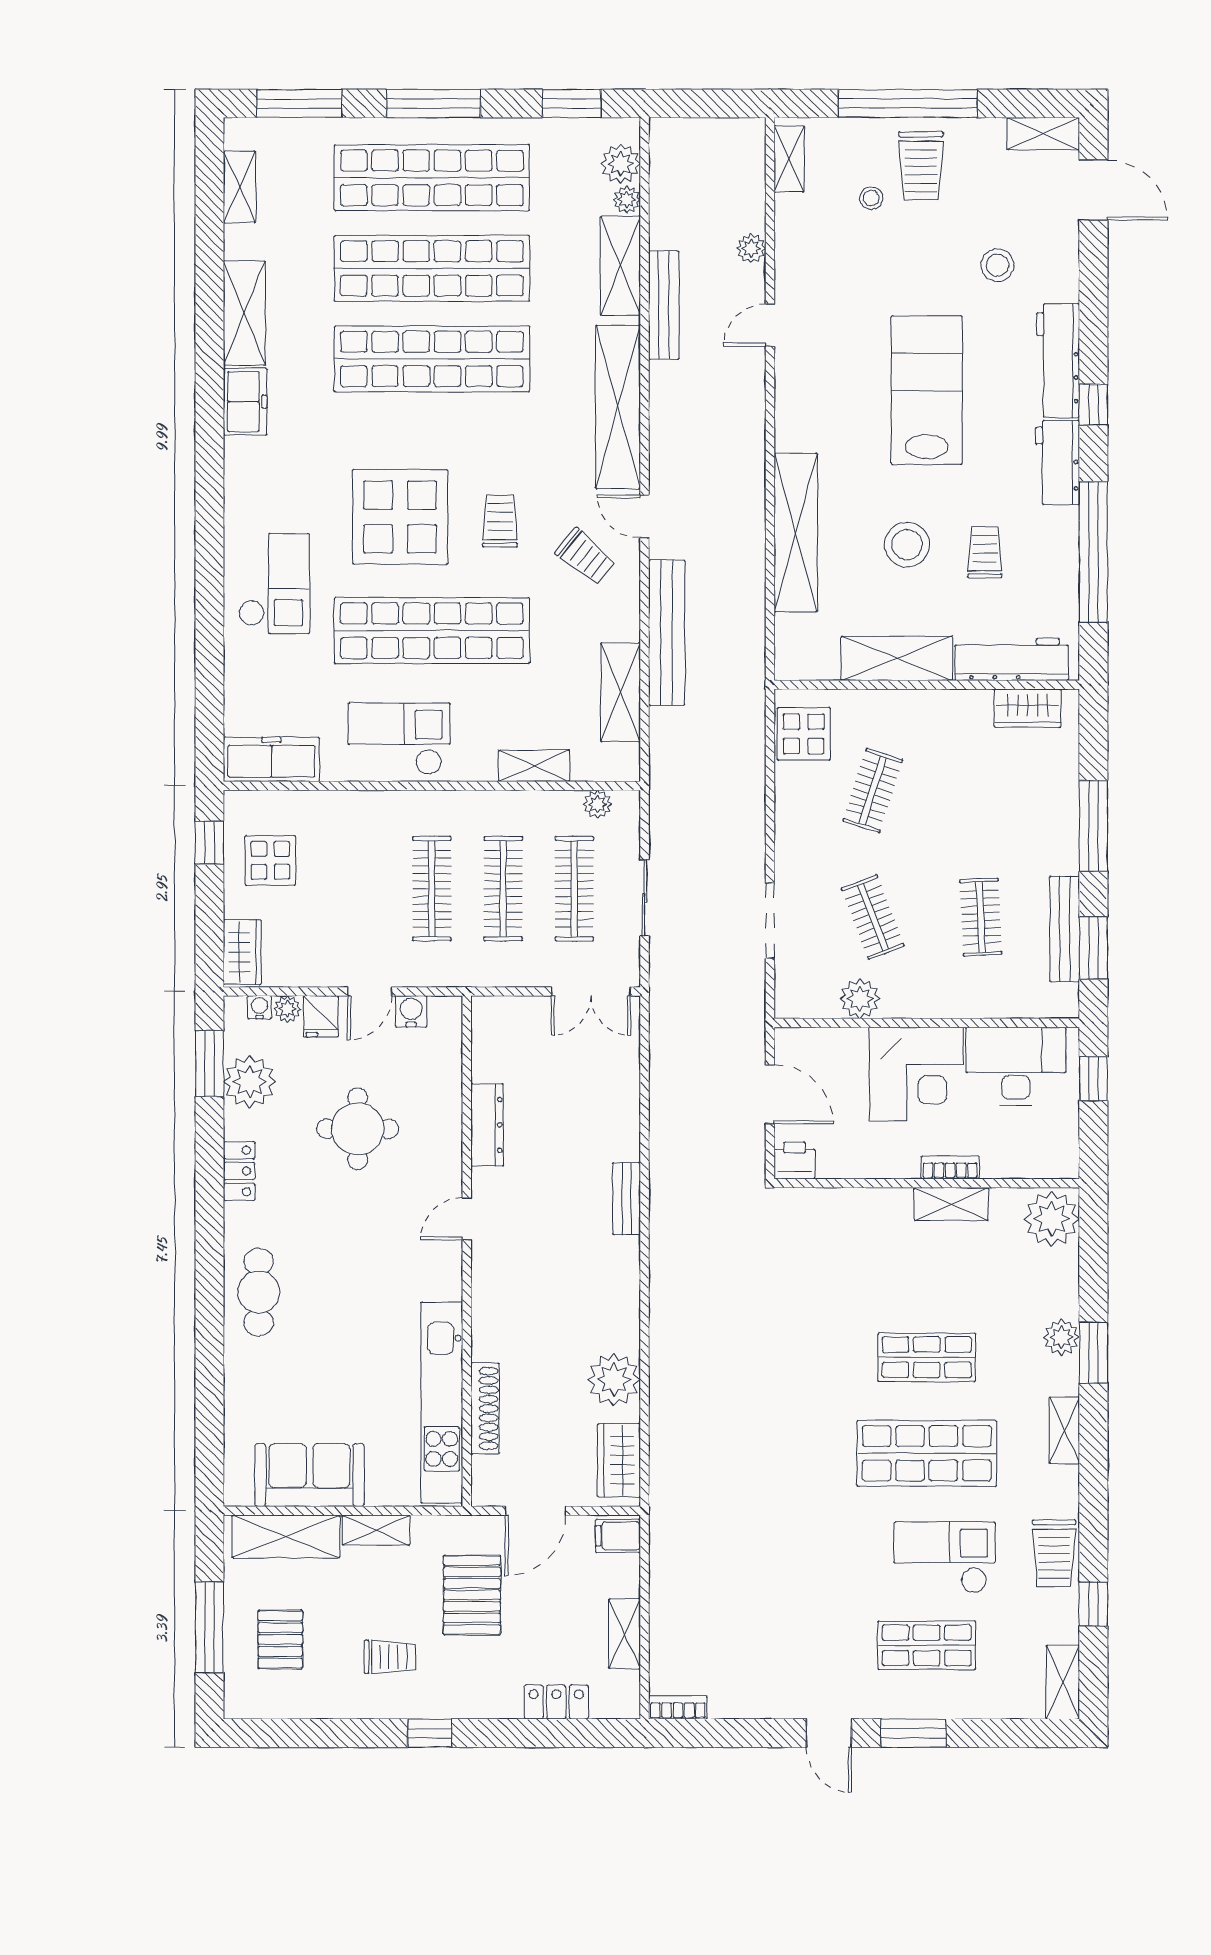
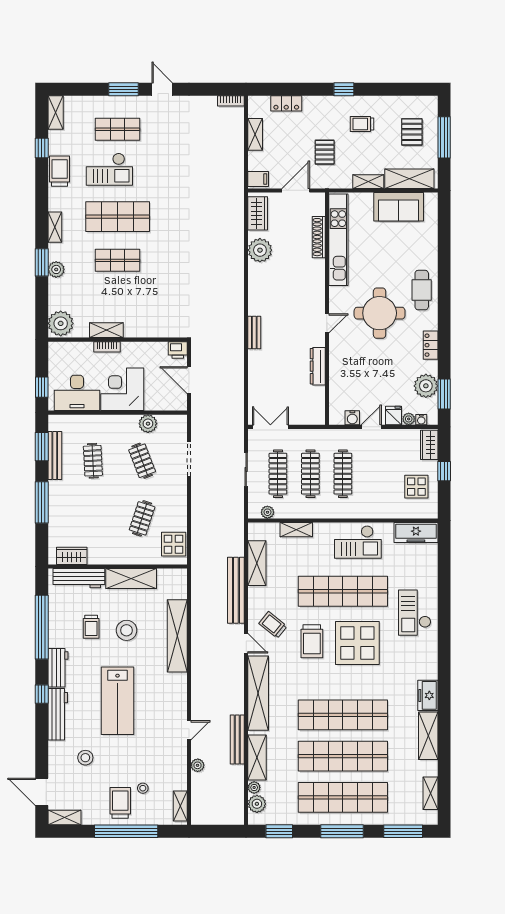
trolley: (500, 521) -> (312, 641), width x1.36, depth x1.39
window: (210, 843) -> (444, 471), moved
round table: (358, 1129) -> (380, 313), moved, width x1.36, depth x1.36
pallet: (472, 1595) -> (325, 152), width x0.67, depth x0.71

